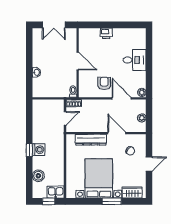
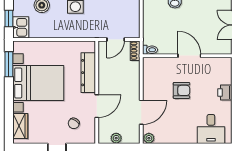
desk: (135, 60) -> (211, 129), moved
door: (78, 61) -> (189, 56), swing flipped
armchair: (104, 83) -> (181, 90), moved
door: (65, 118) -> (116, 40), hinge flipped
window: (112, 201) -> (9, 64), moved

